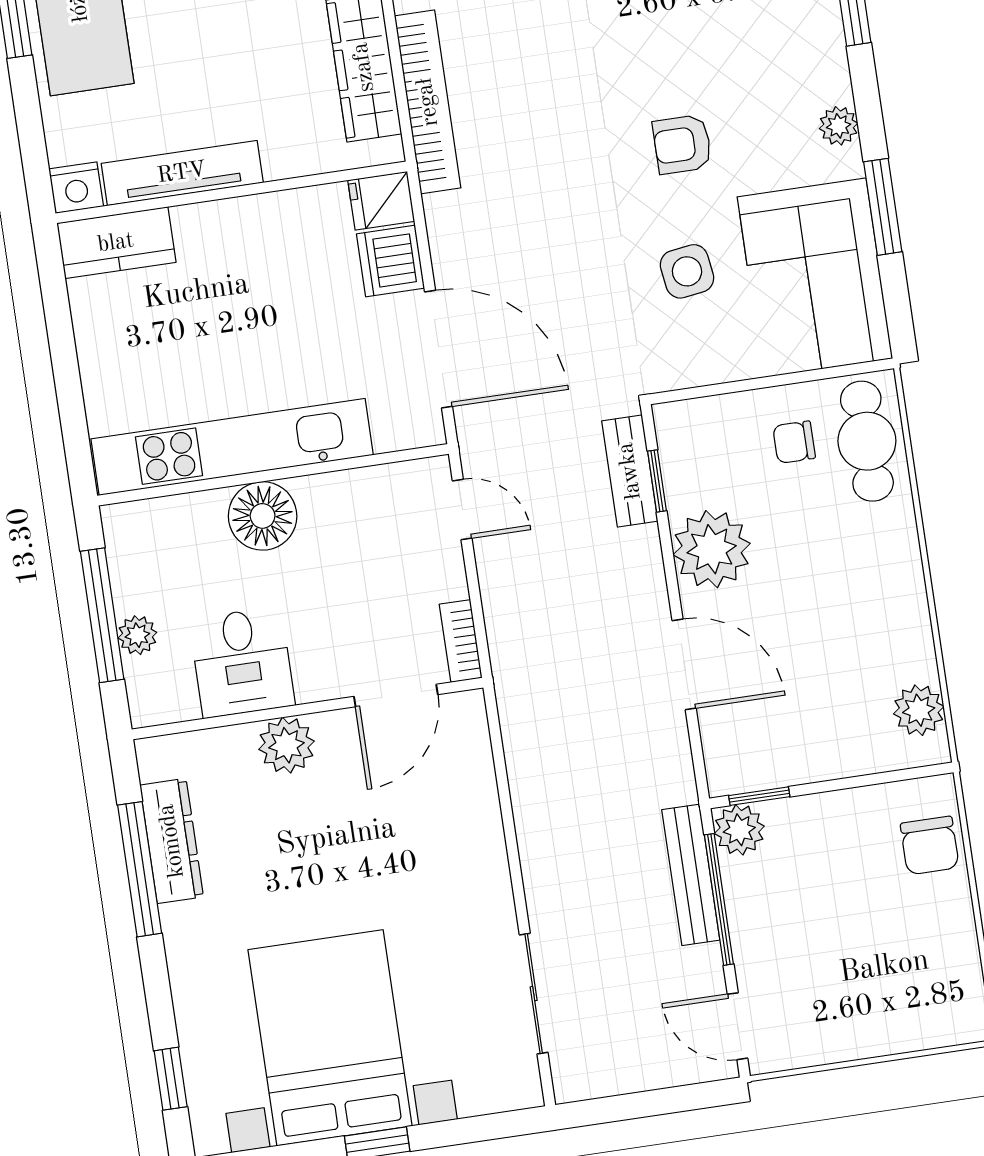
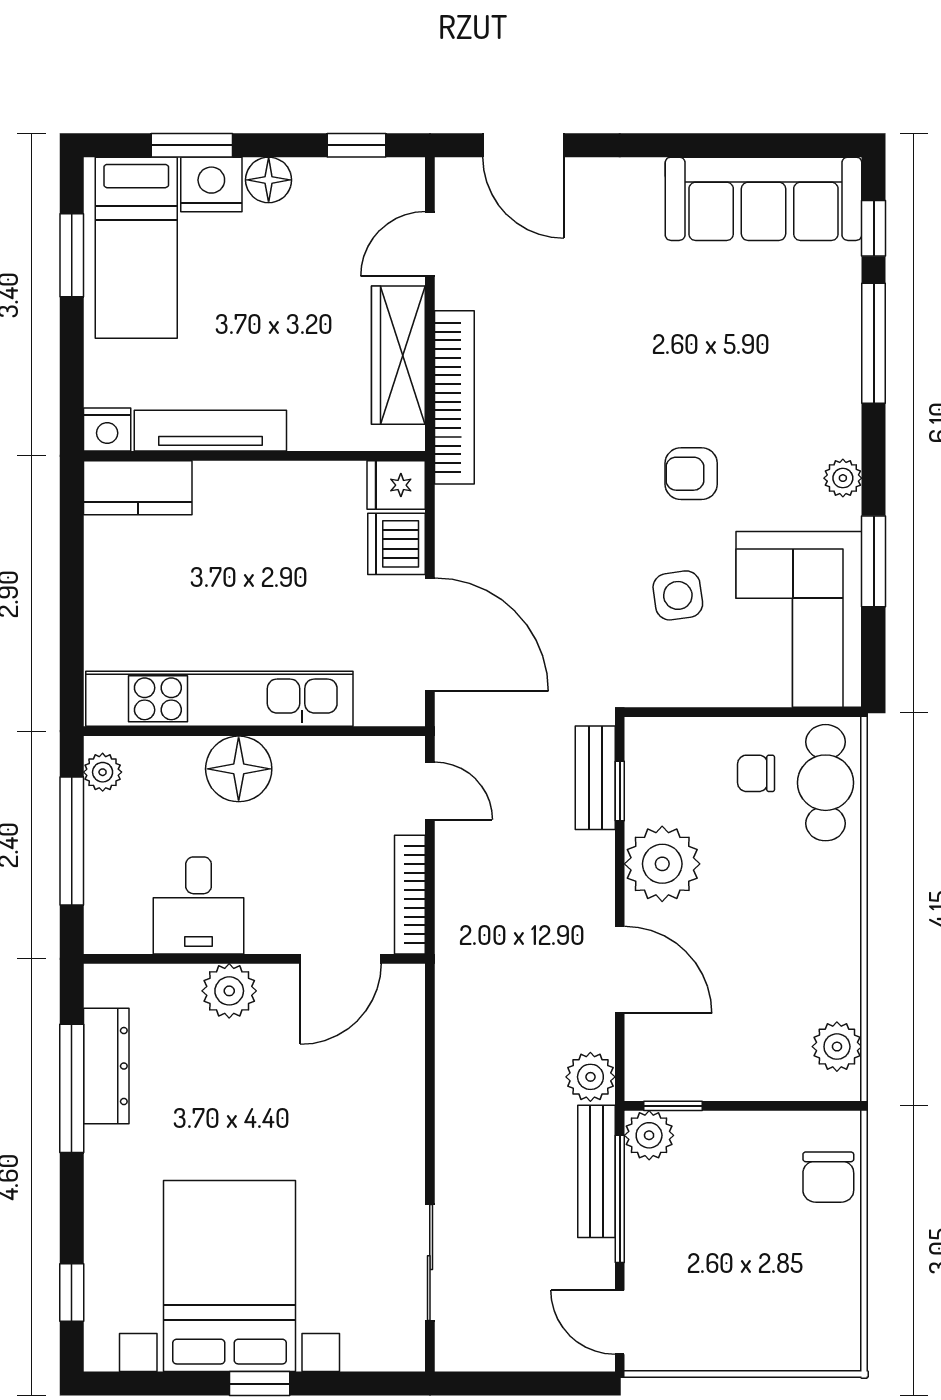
plant: (137, 635) -> (103, 772), moved
bookcase: (461, 641) -> (410, 895), width x1.56
plant: (670, 779) -> (590, 1077), added

